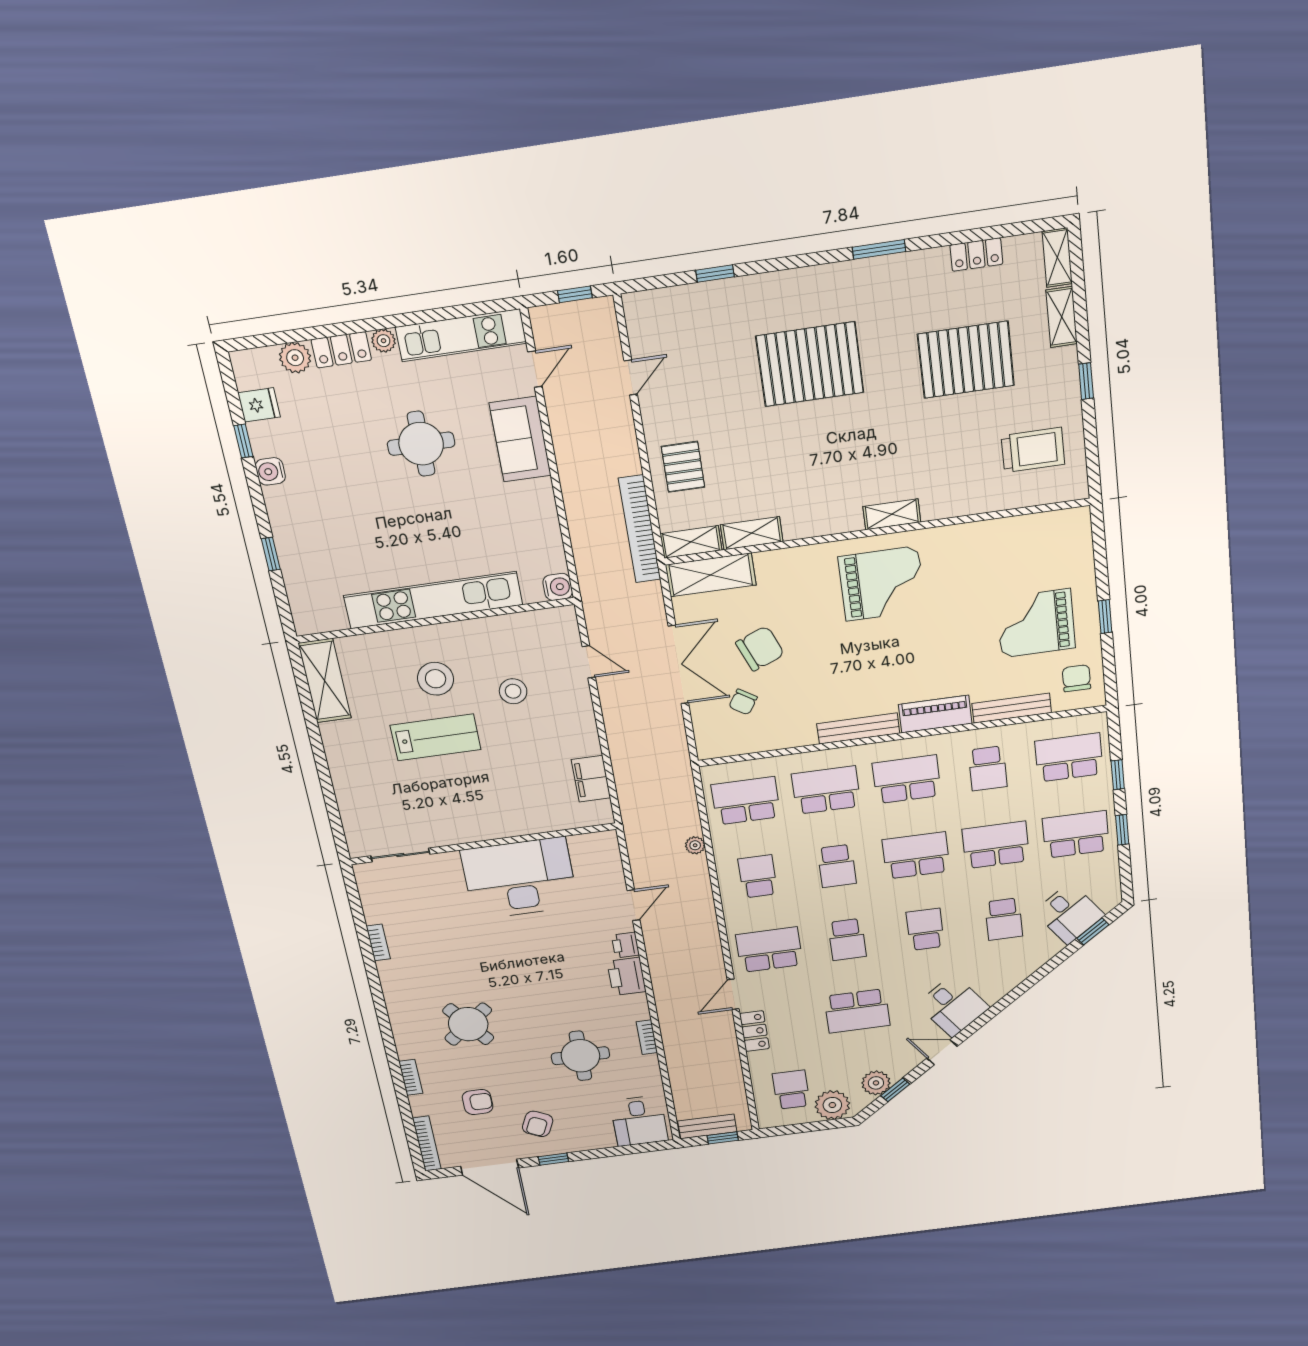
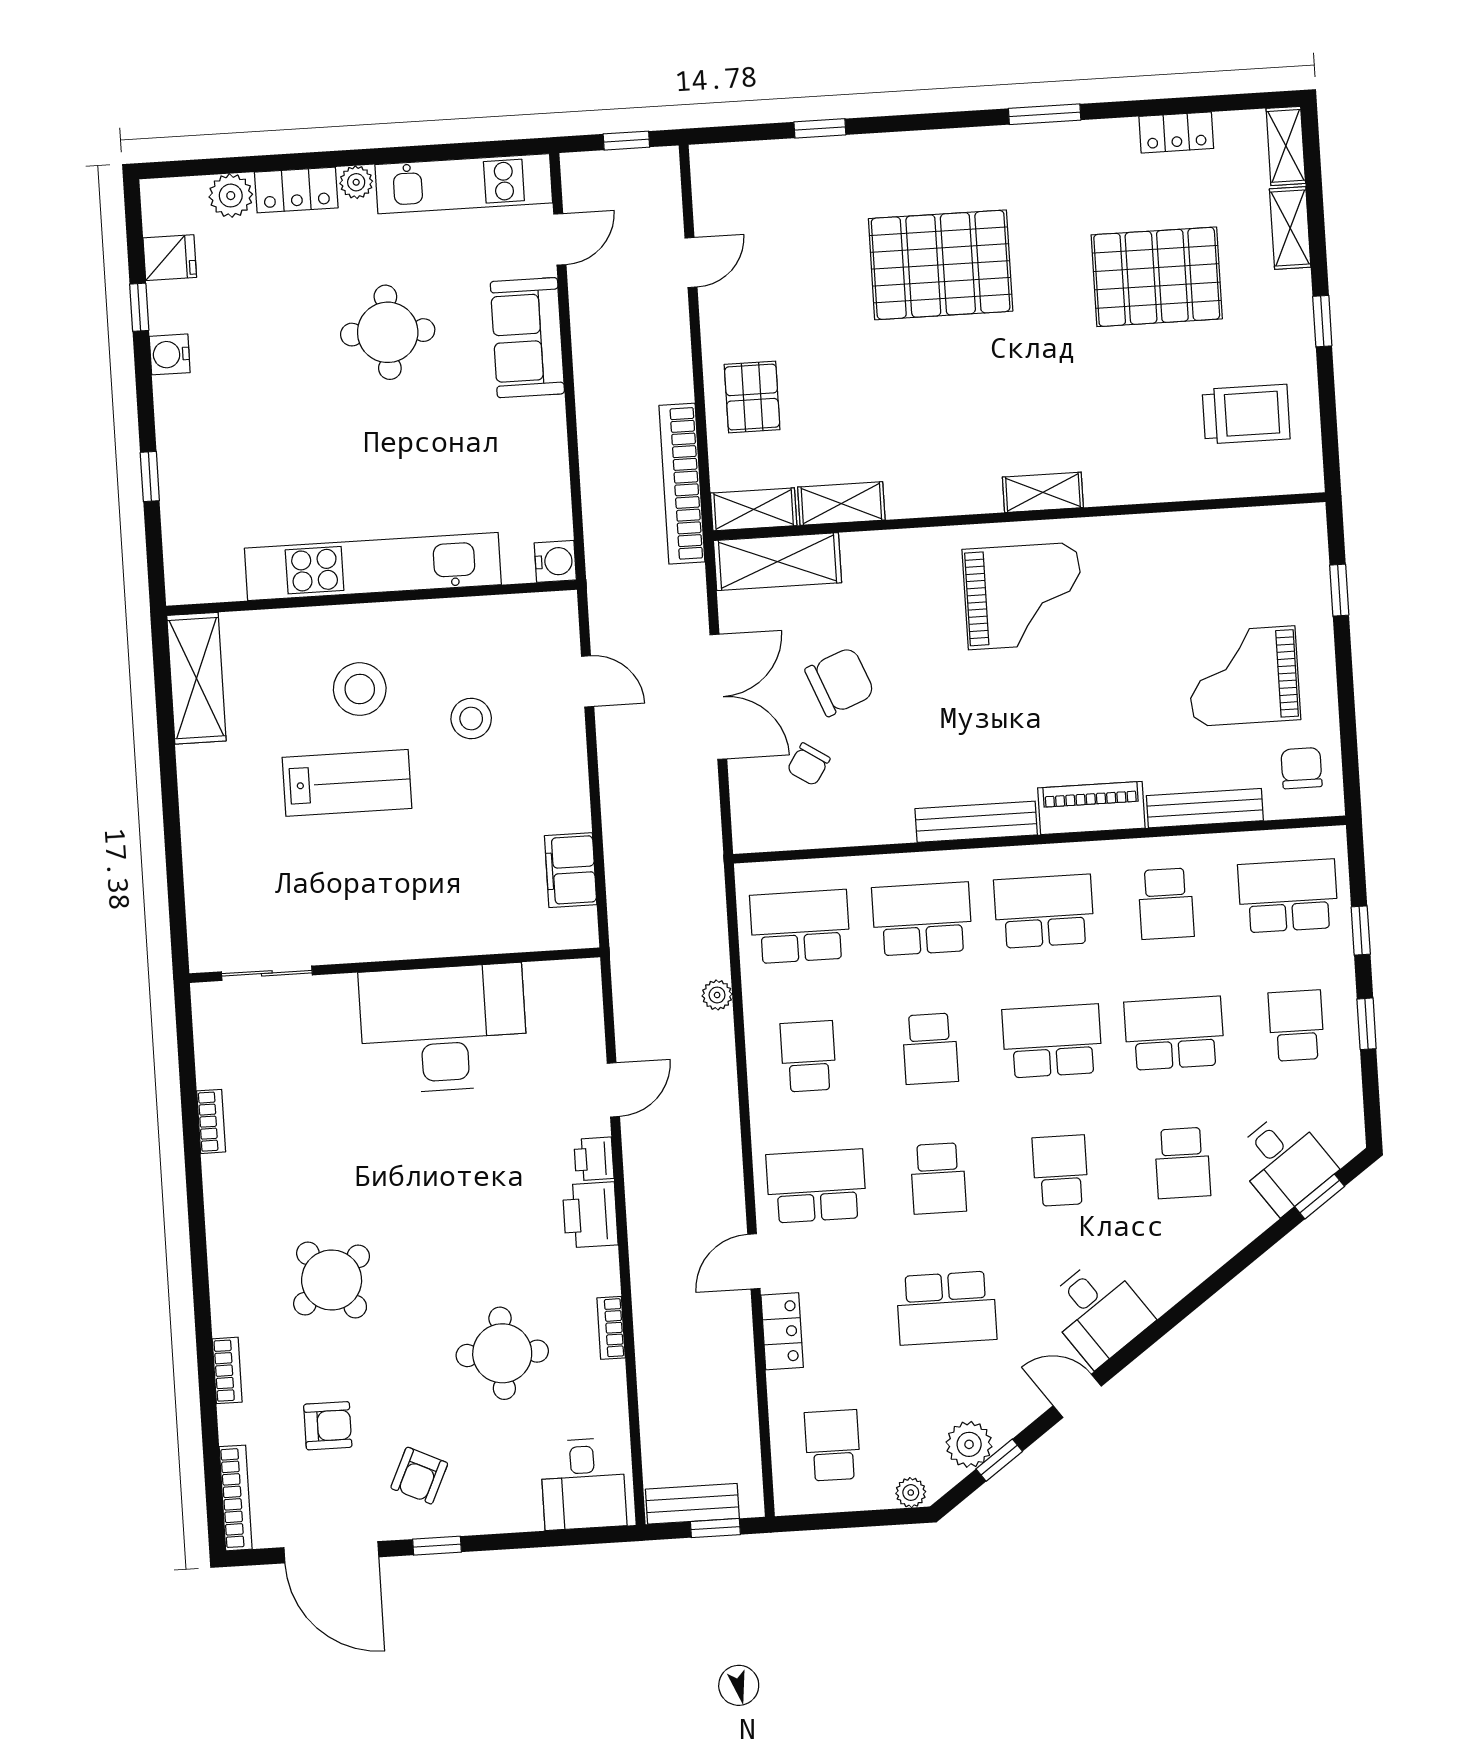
window: (1105, 617) -> (1339, 590), moved
school desk: (1076, 834) -> (1296, 1026), width x0.54
plant: (832, 1105) -> (911, 1493), width x0.53, depth x0.53

